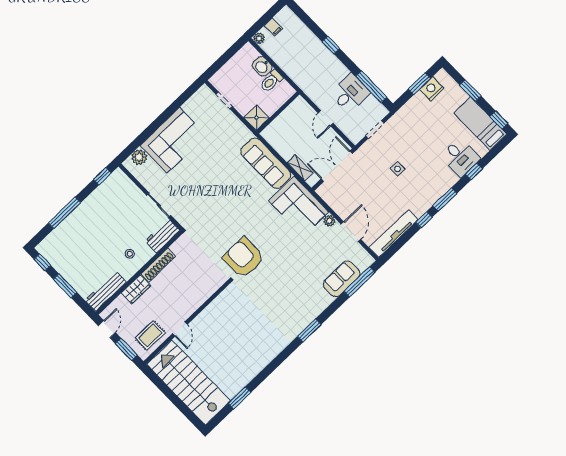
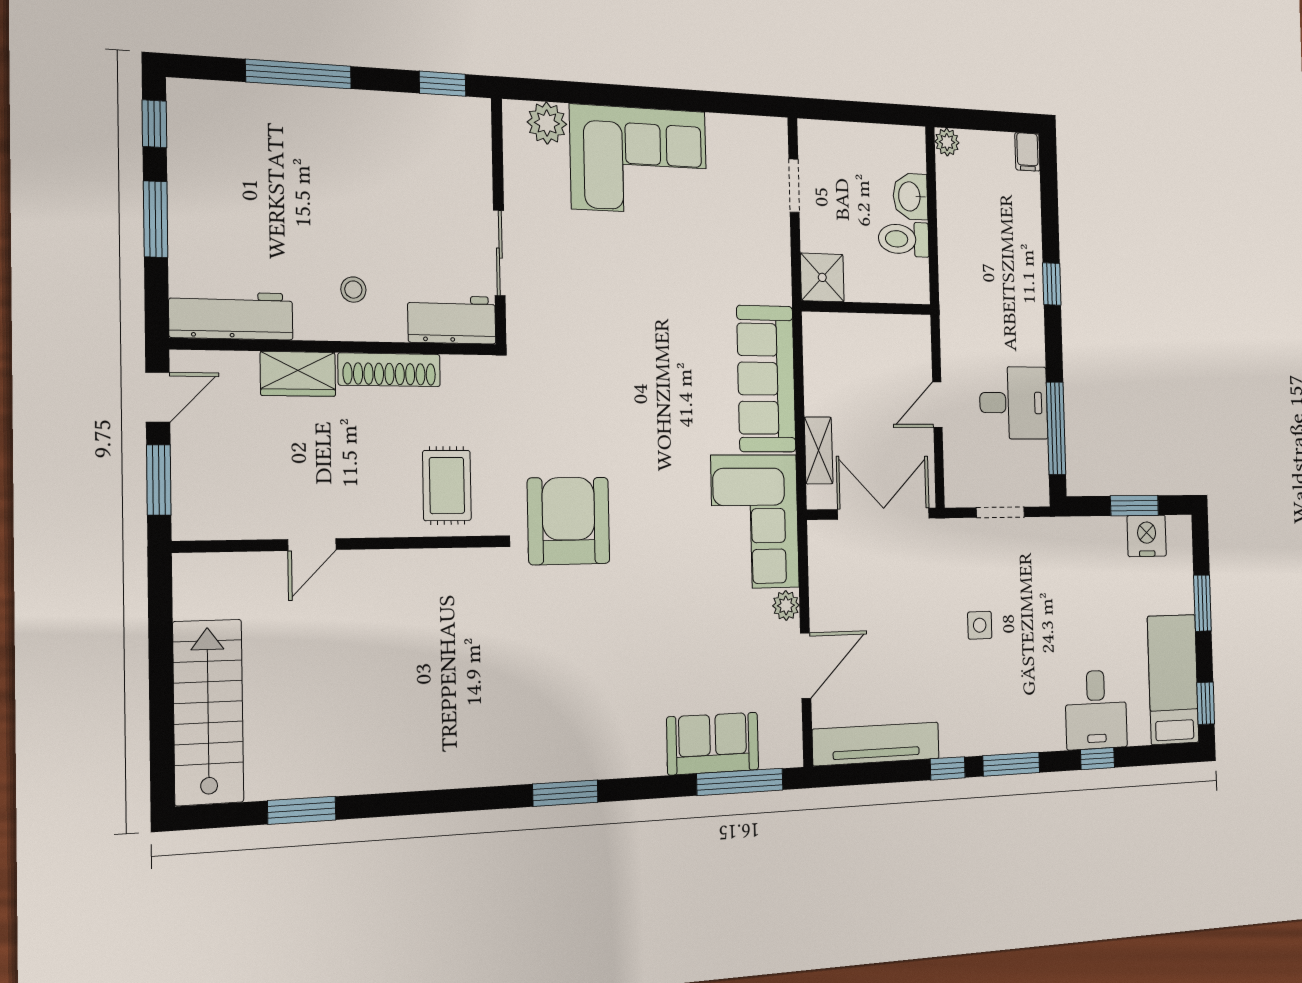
filing cabinet: (273, 27) -> (1027, 152), moved
rug: (150, 335) -> (447, 485), moved, turned 90
stairs: (189, 383) -> (208, 712), width x0.73, depth x0.66

